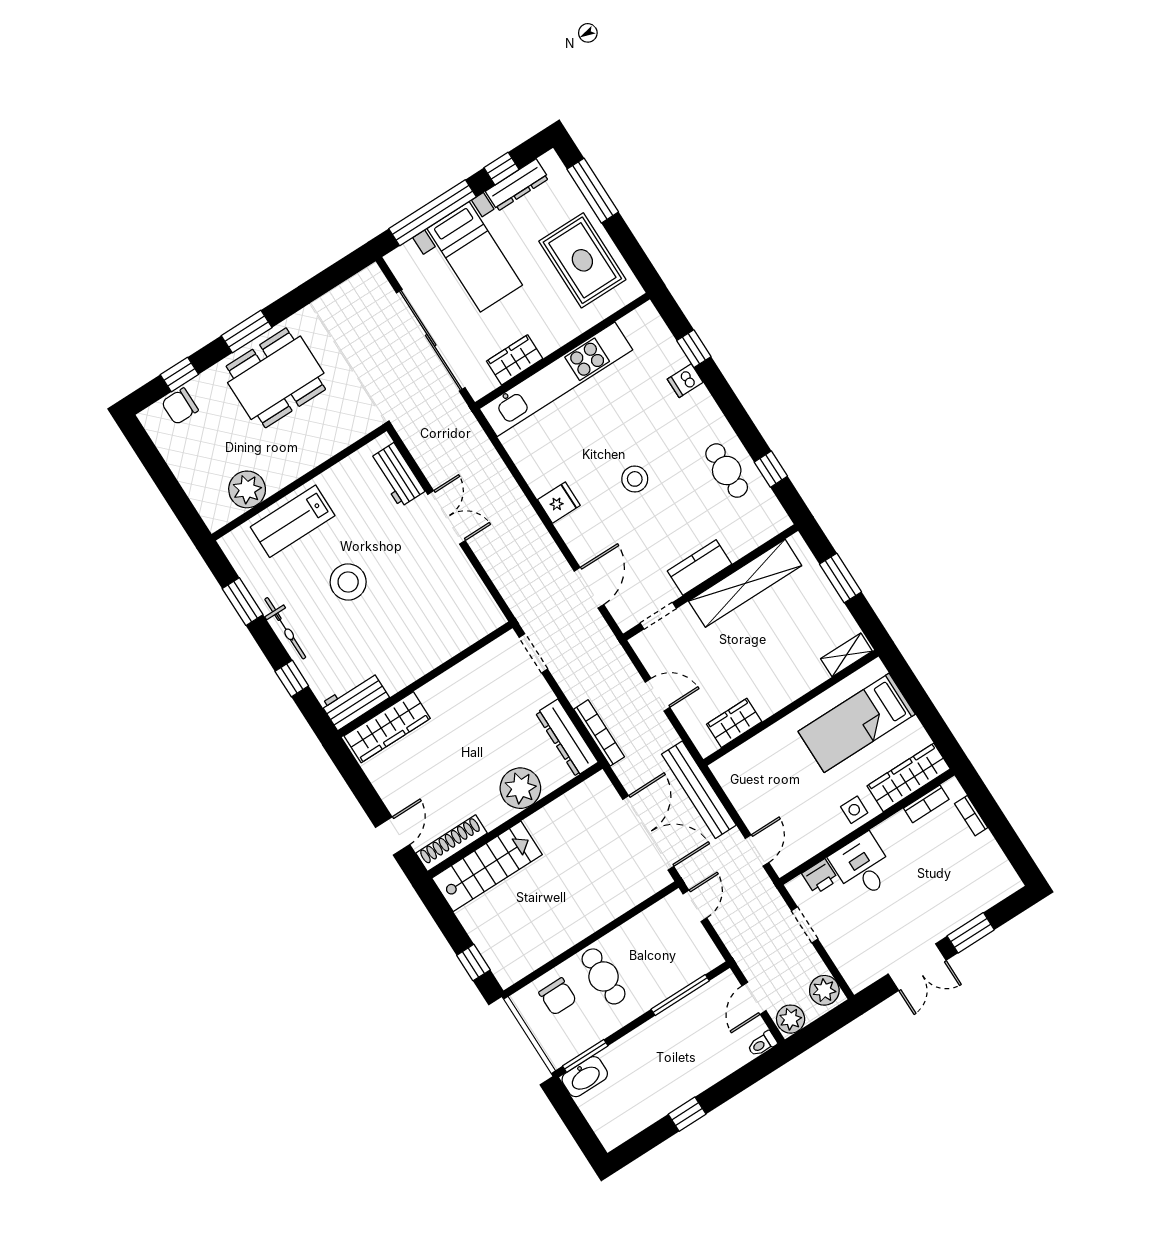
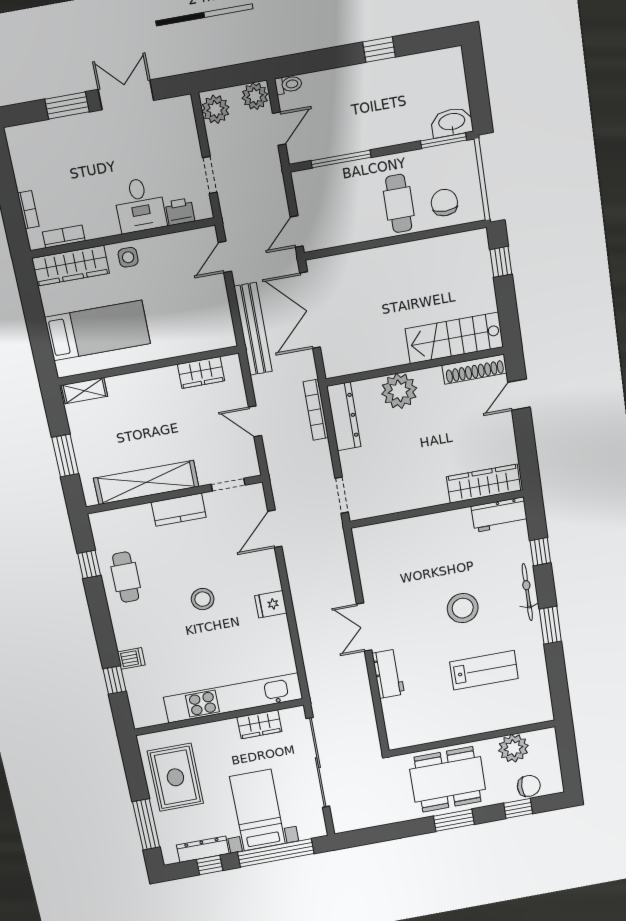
wall: (299, 483) -> (472, 738), moved
plant: (247, 489) -> (513, 748), moved

